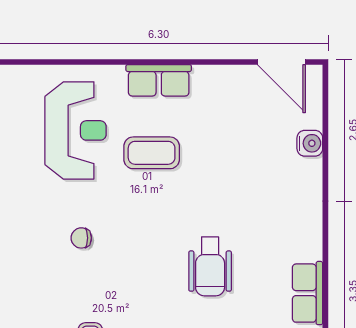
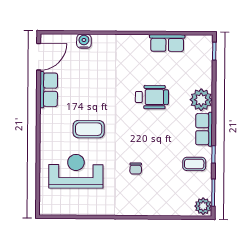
row of seats: (159, 80) -> (49, 90), moved
coffee table: (152, 153) -> (89, 129), turned 90

